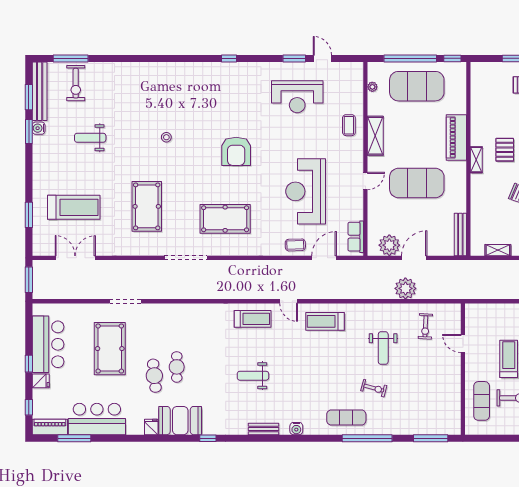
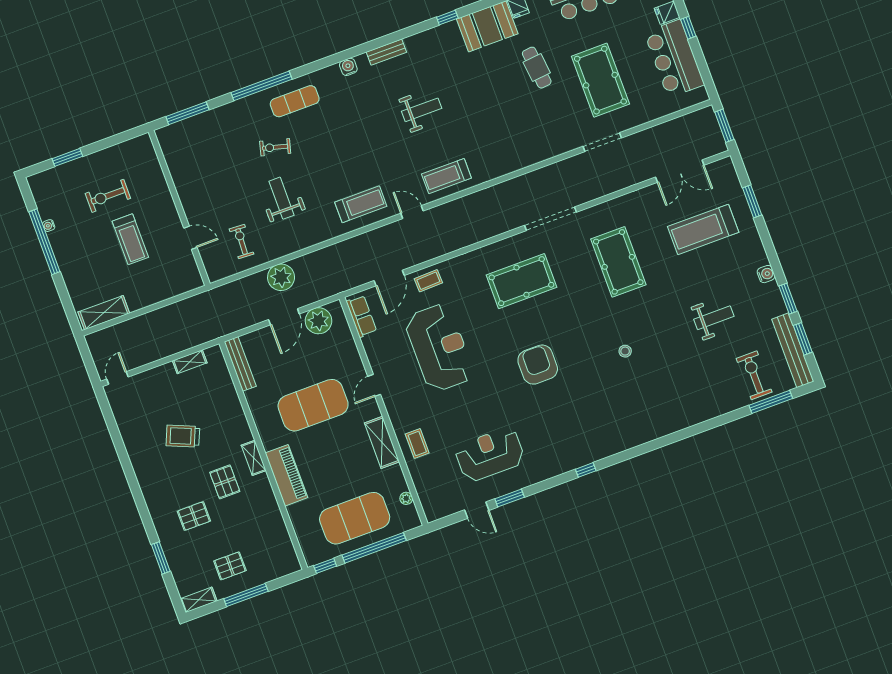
water cooler: (39, 128) -> (766, 274), moved
cafe table: (177, 367) -> (514, 87), removed
exercise mat: (482, 401) -> (144, 179), removed

